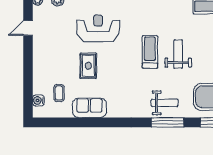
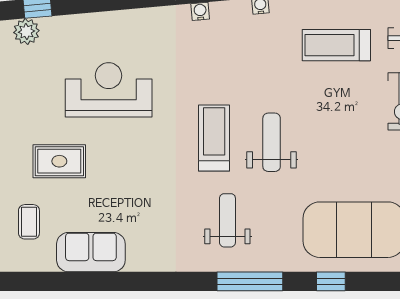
rug: (88, 66) -> (59, 161), moved, turned 90
weight bench: (165, 103) -> (227, 220), moved, turned -90

